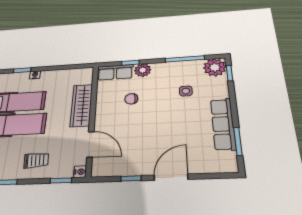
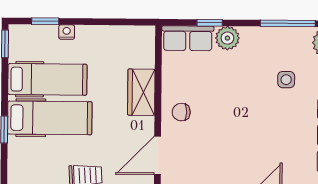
chair: (131, 99) -> (181, 112), moved
wardrobe: (81, 105) -> (141, 92), width x0.67
door: (90, 144) -> (158, 155), swing flipped

